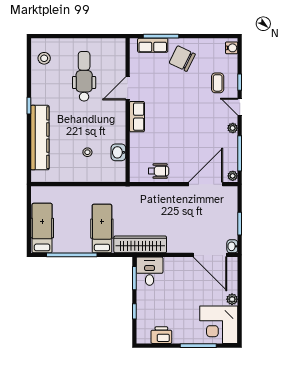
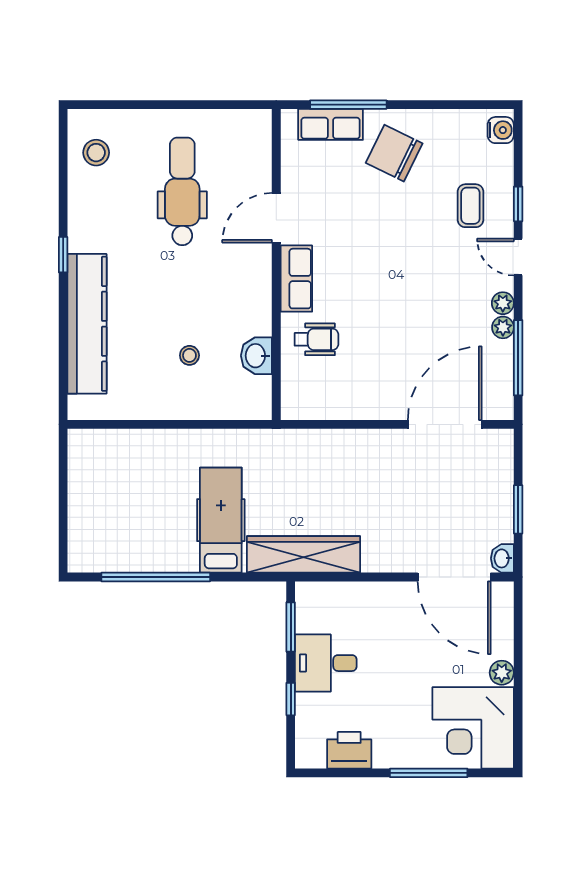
wheelchair: (158, 171) -> (316, 339), moved
plant: (233, 176) -> (503, 327), moved
hospital bed: (42, 228) -> (92, 519), removed
desk: (150, 271) -> (326, 663), moved, turned -90

